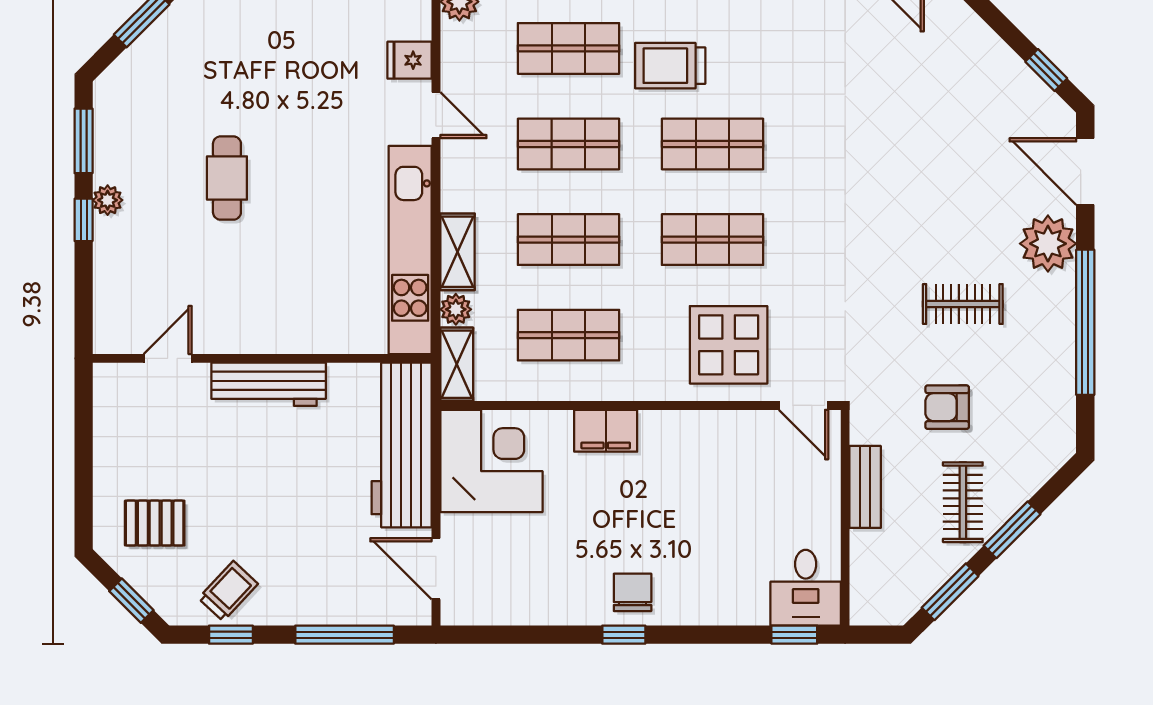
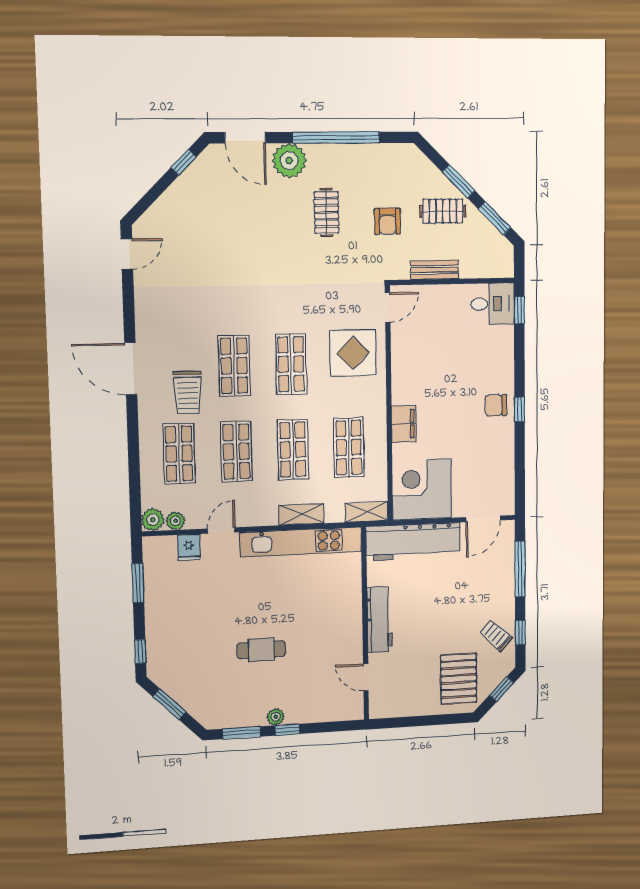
door: (1085, 172) -> (245, 138), hinge flipped
plant: (456, 309) -> (175, 521), moved
pallet: (155, 523) -> (459, 679), width x1.50, depth x1.42

